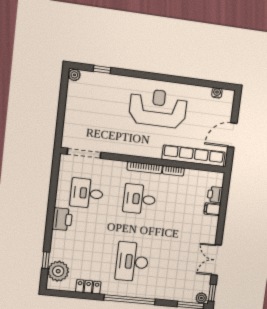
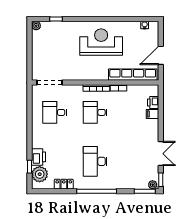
printer: (62, 219) -> (39, 157), moved
double door: (216, 260) -> (161, 154), swing flipped

